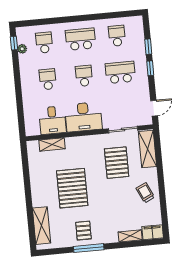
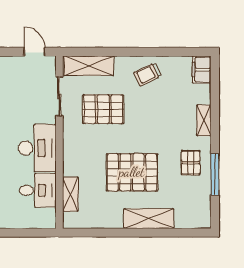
shelving: (42, 226) -> (149, 219), moved
pallet: (83, 231) -> (191, 163), turned 90
shelving: (130, 236) -> (204, 120), moved
window: (89, 248) -> (215, 174), moved

